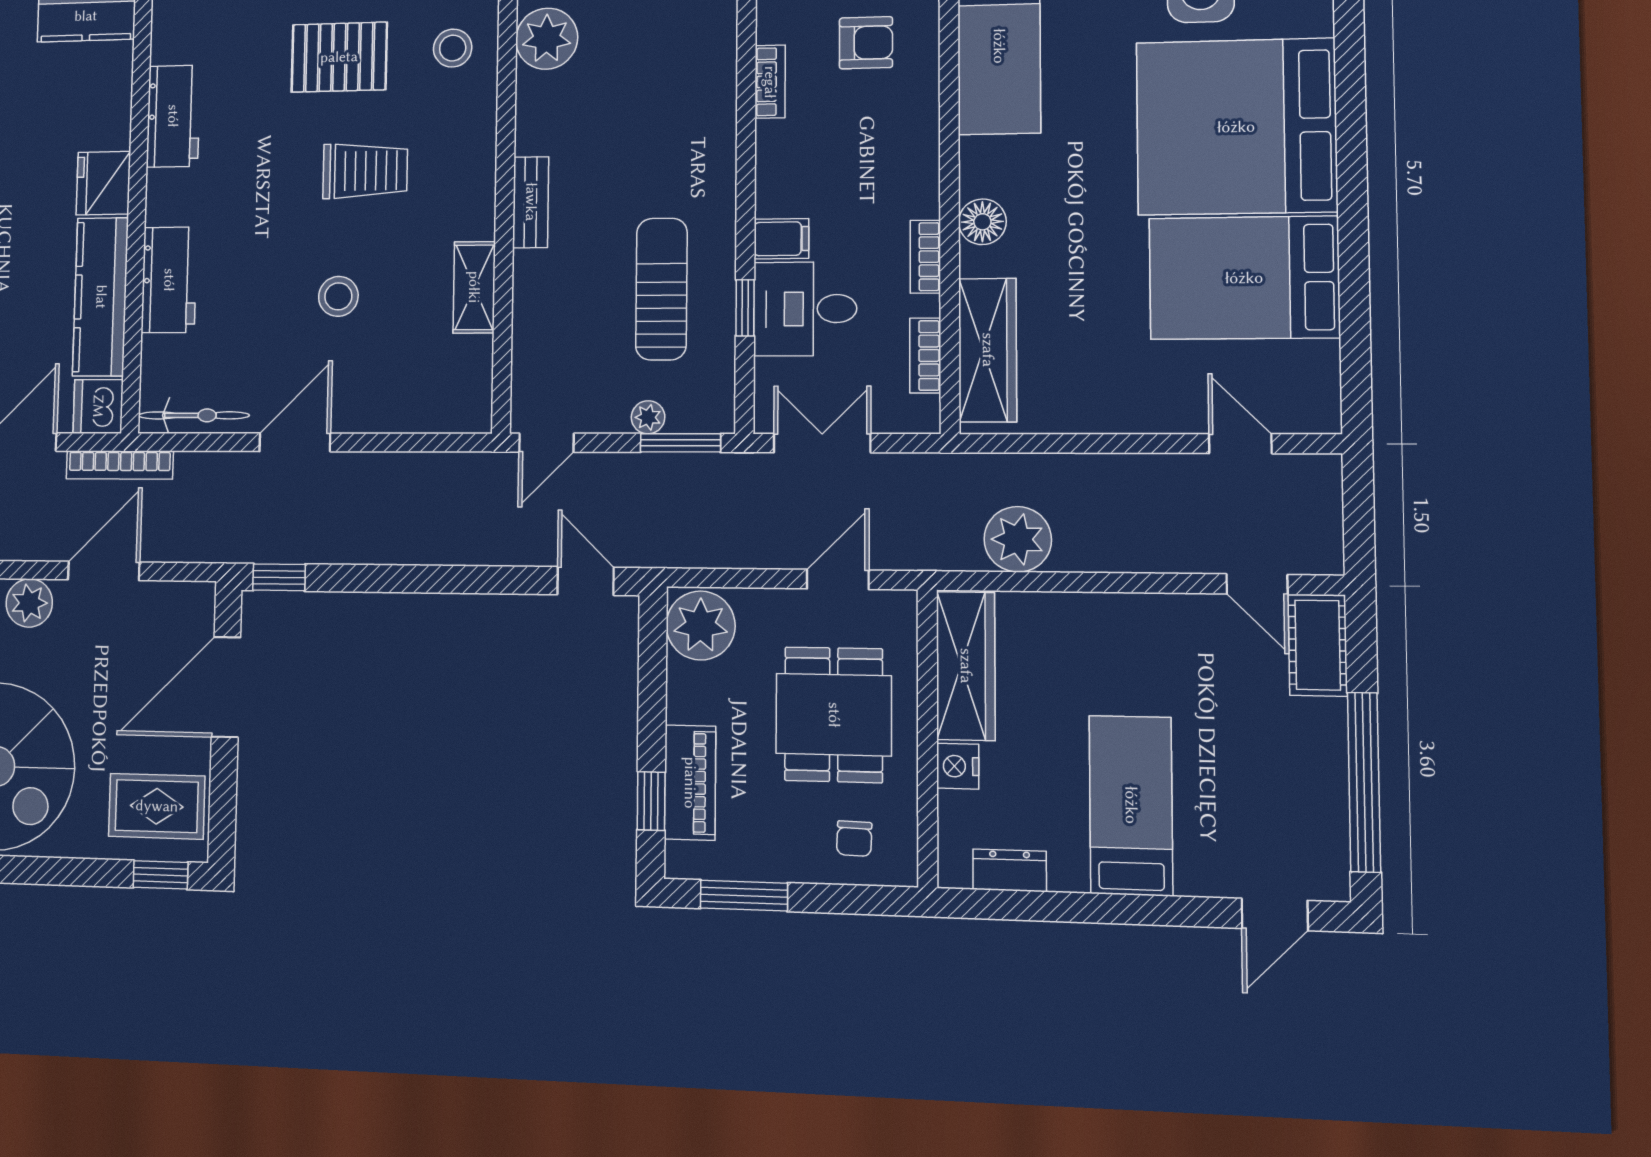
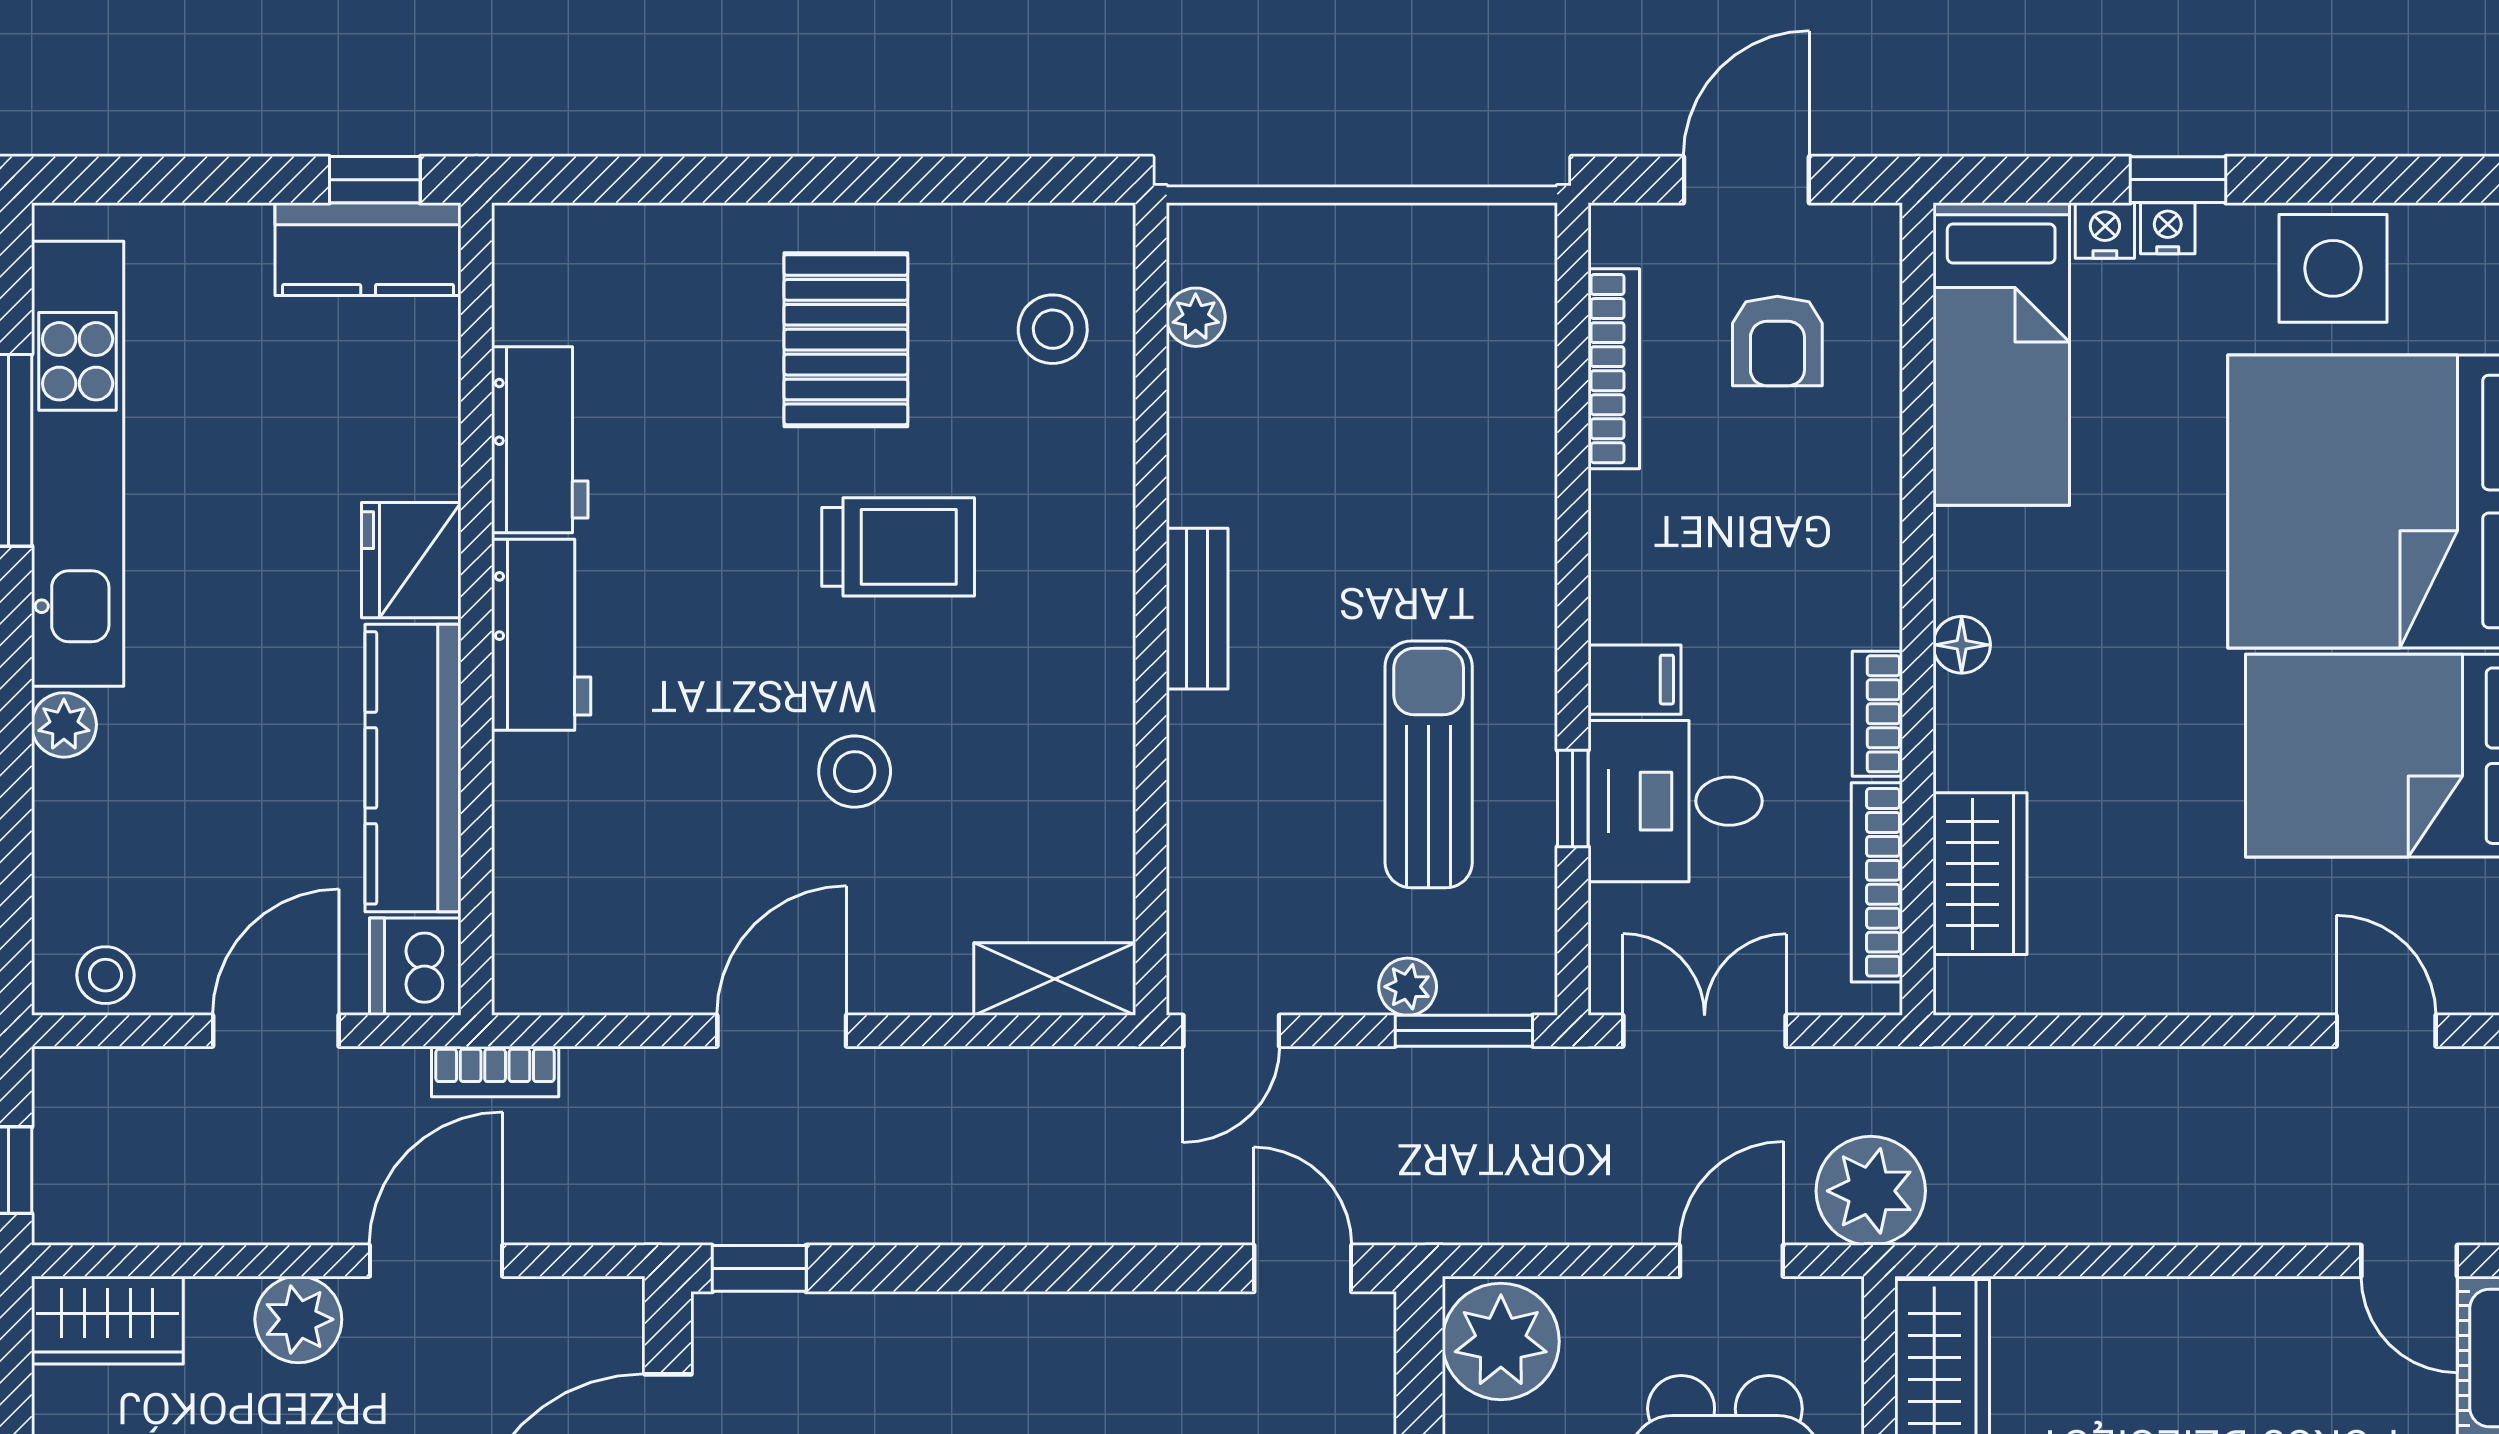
plant: (547, 39) -> (1196, 317), width x0.53, depth x0.53
armchair: (866, 43) -> (1777, 341), turned 90
pallet: (339, 57) -> (846, 340), turned 90
bookcase: (770, 82) -> (1614, 369), width x1.56
floor lamp: (982, 222) -> (1962, 645), width x0.73, depth x0.73
workbench: (169, 280) -> (541, 635), moved
shelving: (474, 287) -> (1055, 979), moved, turned 90
wardrobe: (988, 350) -> (1980, 874), width x0.67
bookcase: (925, 356) -> (1877, 882), width x1.56
bicycle: (194, 415) -> (594, 983), removed
bookcase: (120, 465) -> (495, 1072), width x0.64
plant: (1018, 539) -> (1871, 1191), moved

